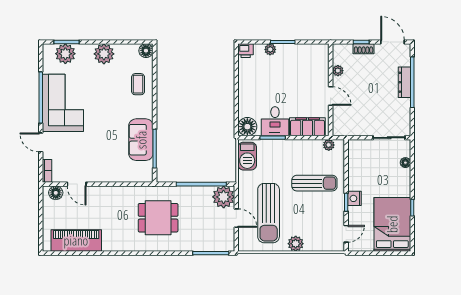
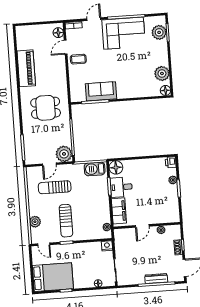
plant: (104, 54) -> (162, 73), moved
coffee table: (138, 84) -> (78, 59), moved
sun lounger: (314, 183) -> (66, 221), moved
nightstand: (354, 198) -> (107, 246), moved
sun lounger: (269, 213) -> (55, 187), width x0.73, depth x0.75
dining table: (158, 218) -> (46, 108), turned 90
piano: (76, 240) -> (26, 68), moved
plant: (296, 244) -> (35, 222), moved

